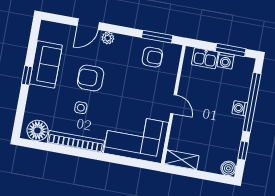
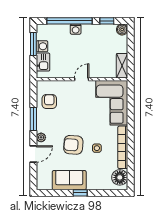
door: (88, 24) -> (33, 154), hinge flipped
window: (157, 37) -> (33, 119), moved
armchair: (91, 78) -> (73, 145), turned 94

